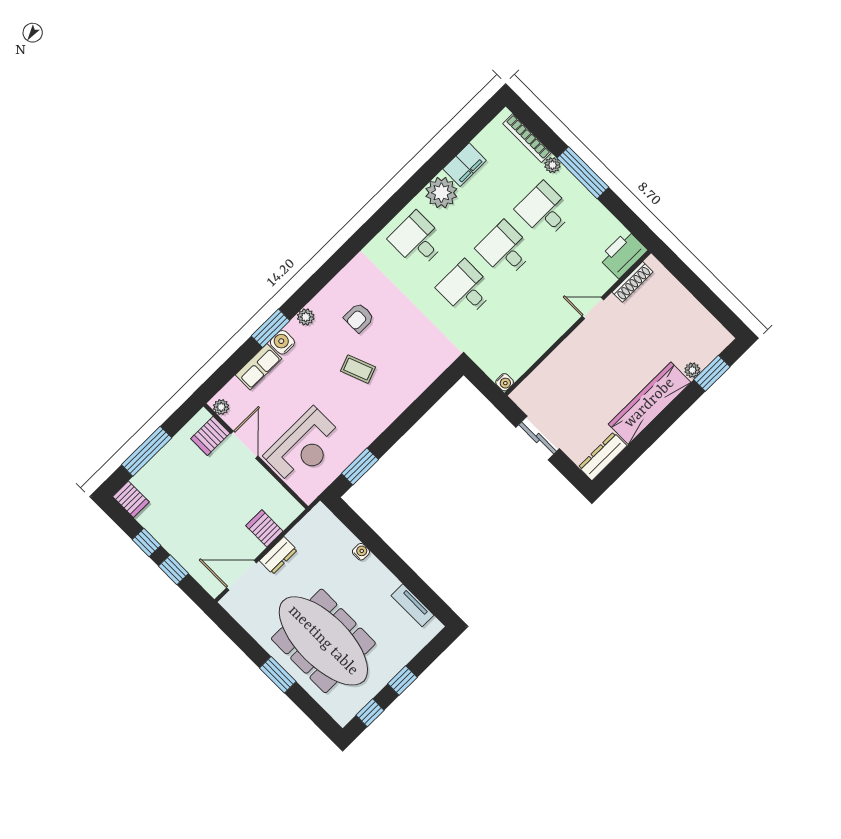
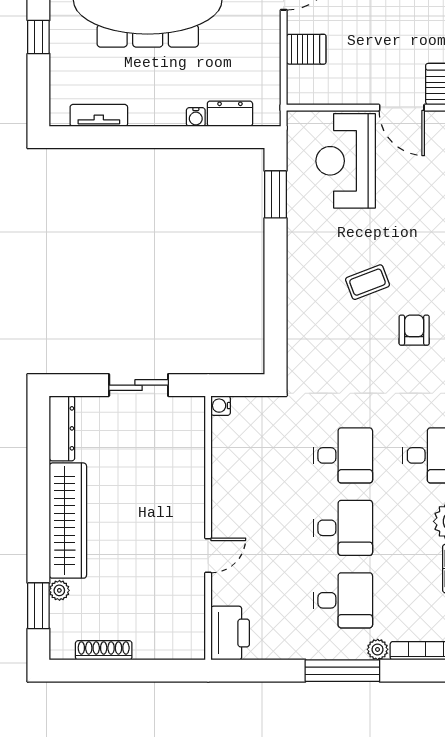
shoe rack: (632, 282) -> (104, 650), moved, turned 90
dresser: (278, 555) -> (230, 114), moved, turned 90

